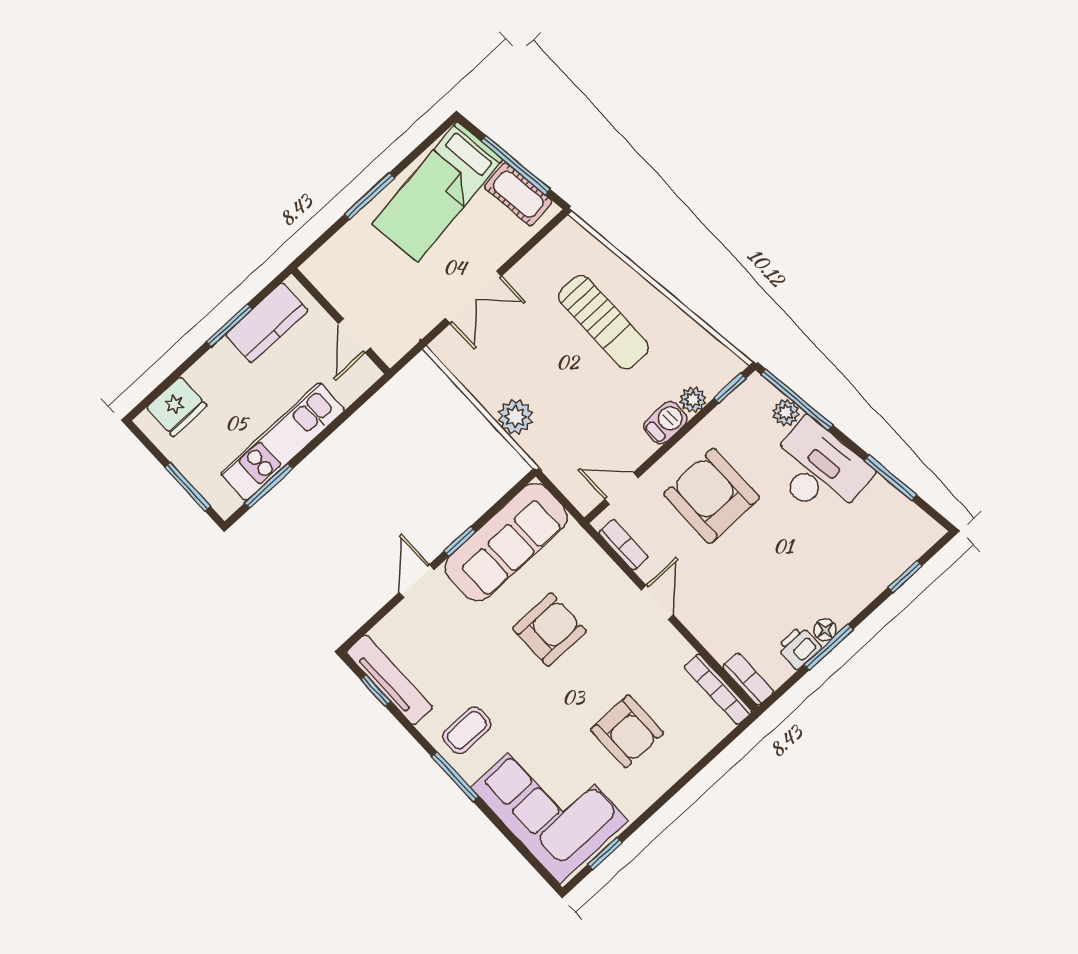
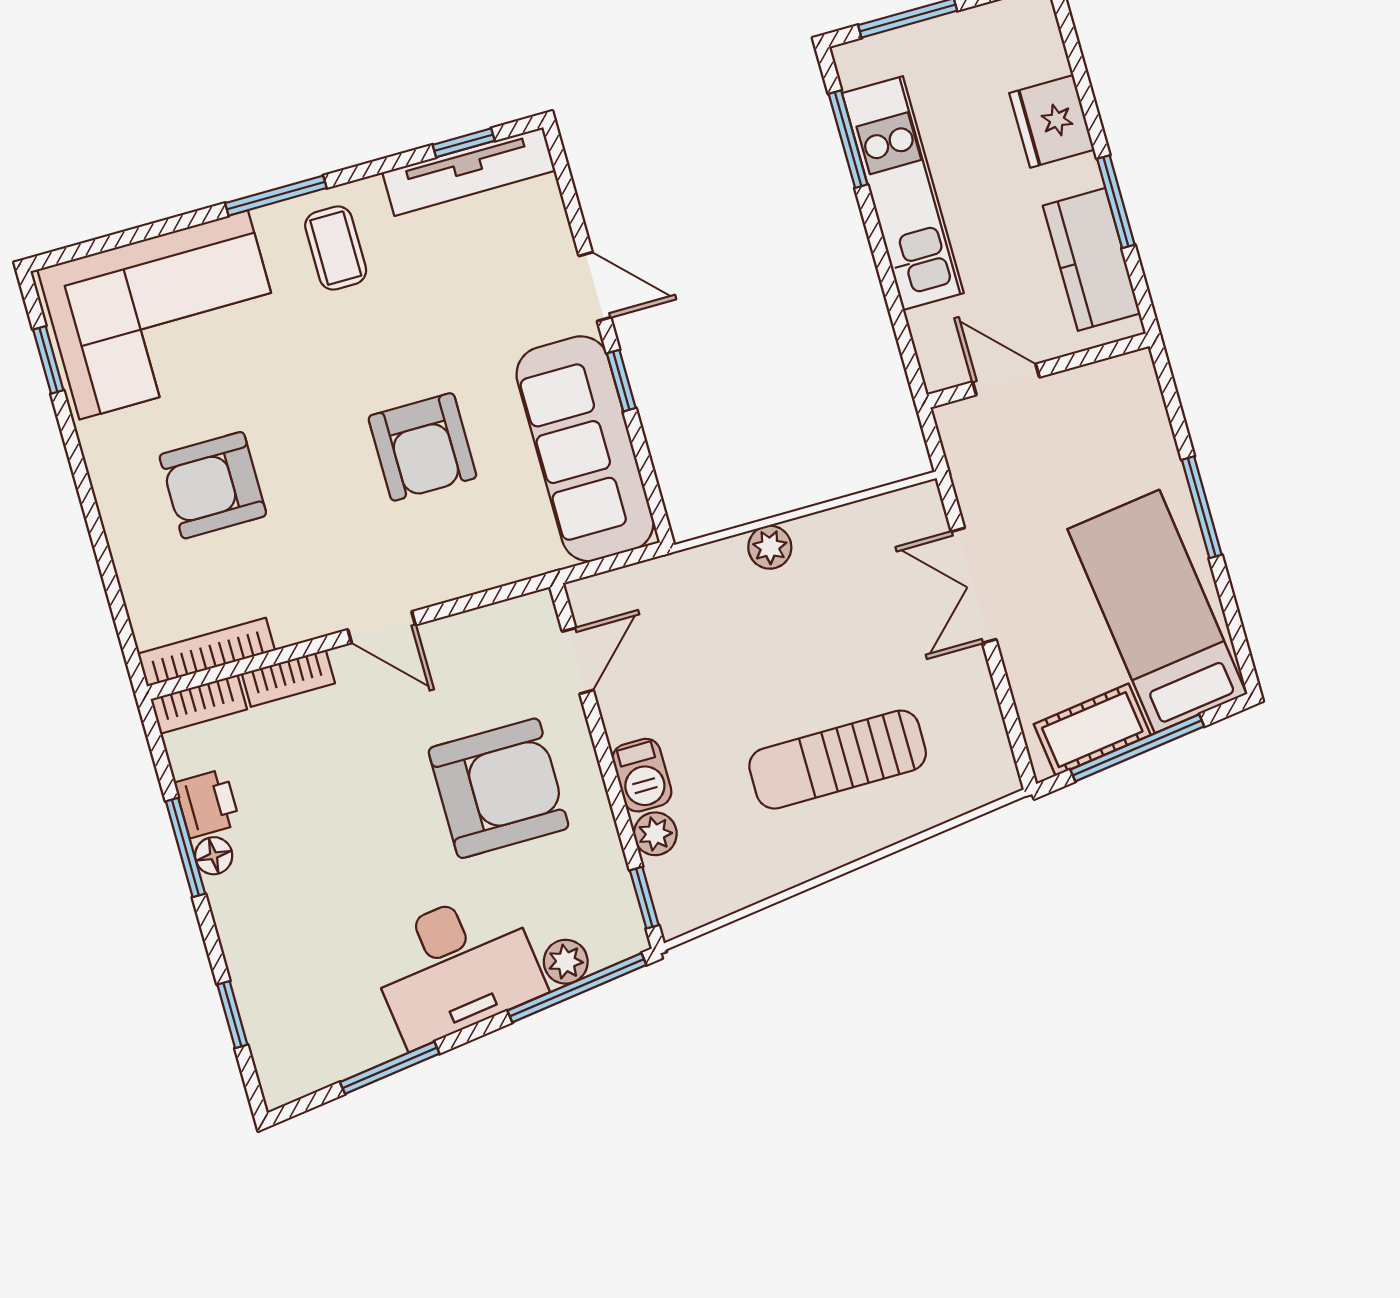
fridge: (177, 407) -> (1052, 121), moved
plant: (515, 417) -> (770, 547), width x0.73, depth x0.73
bookcase: (623, 545) -> (288, 678), moved

